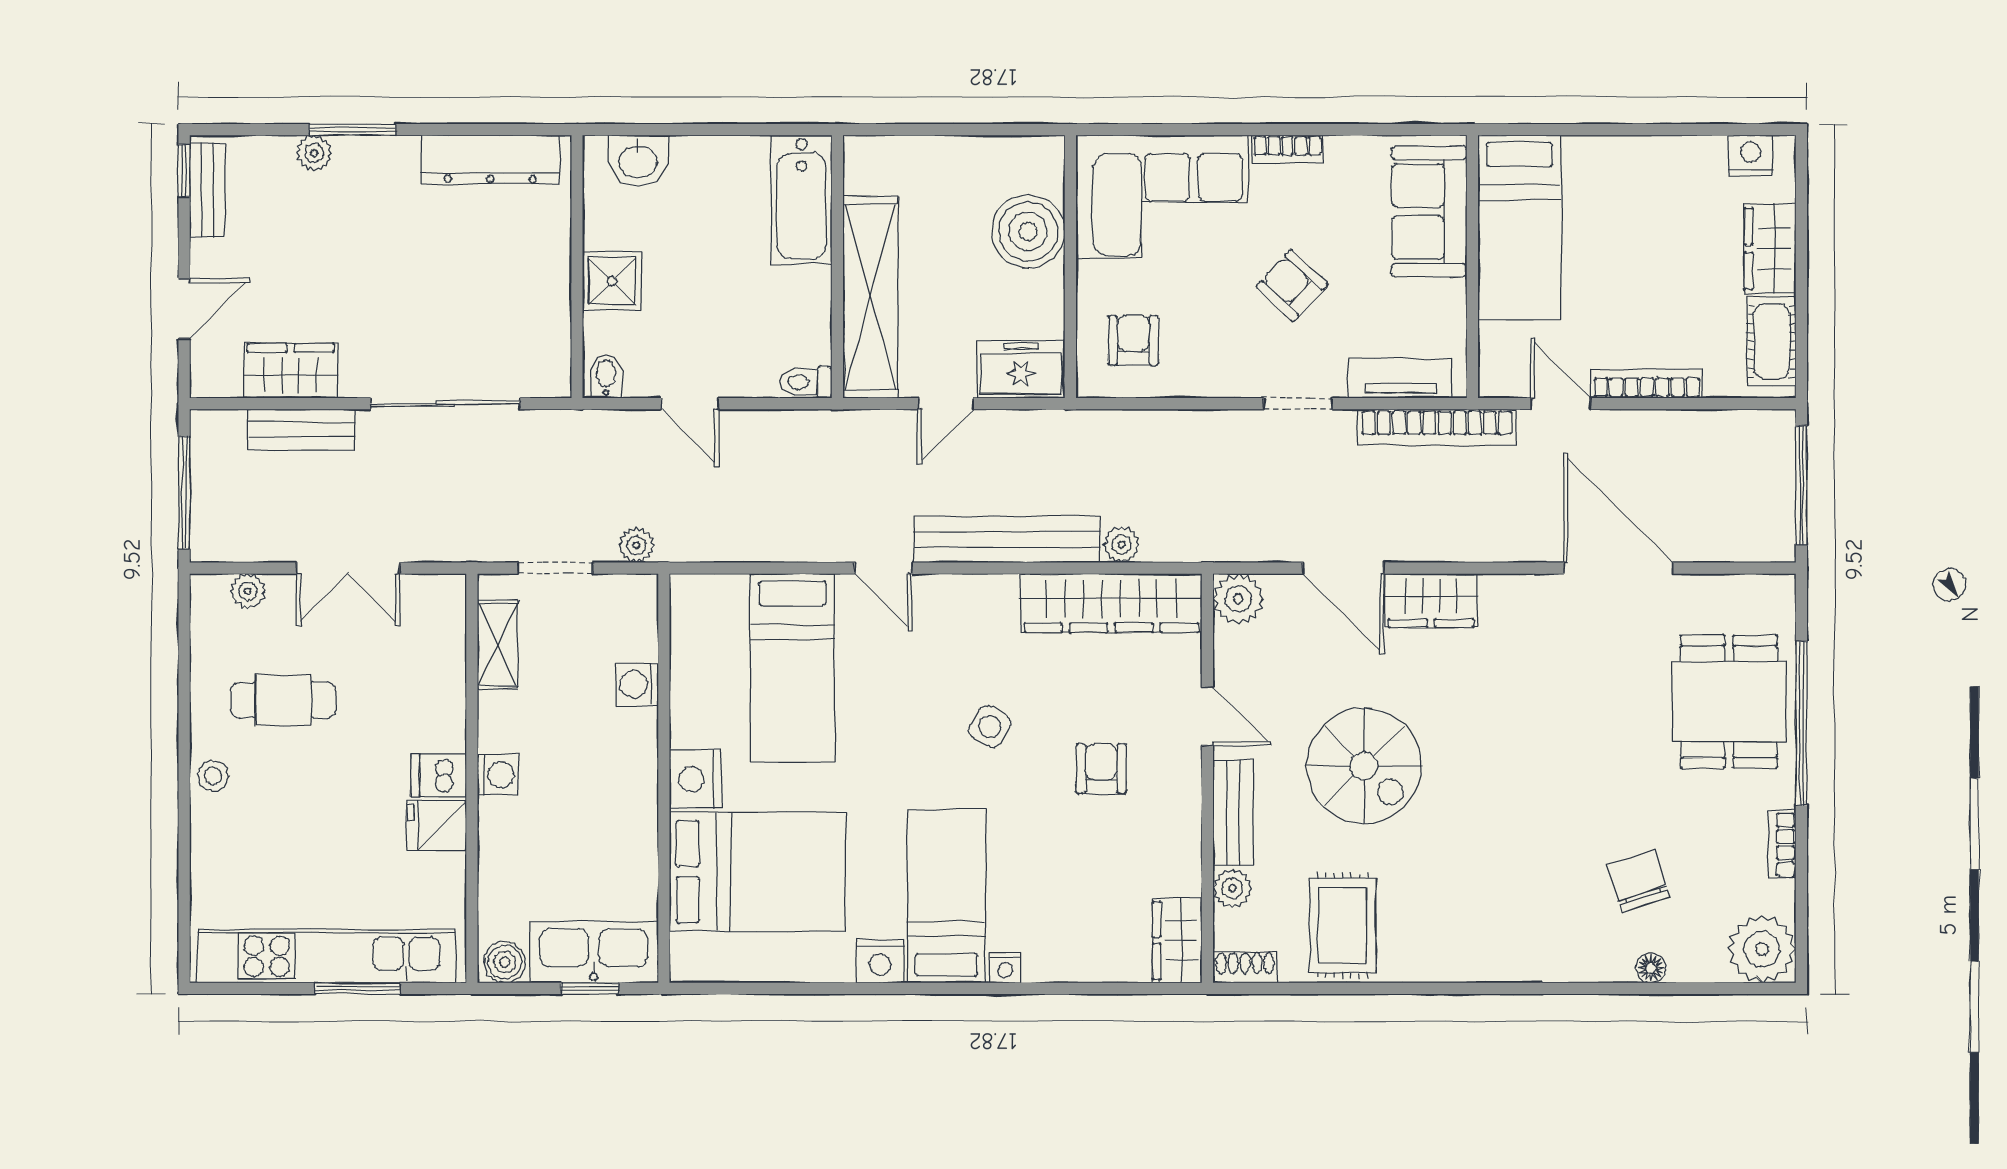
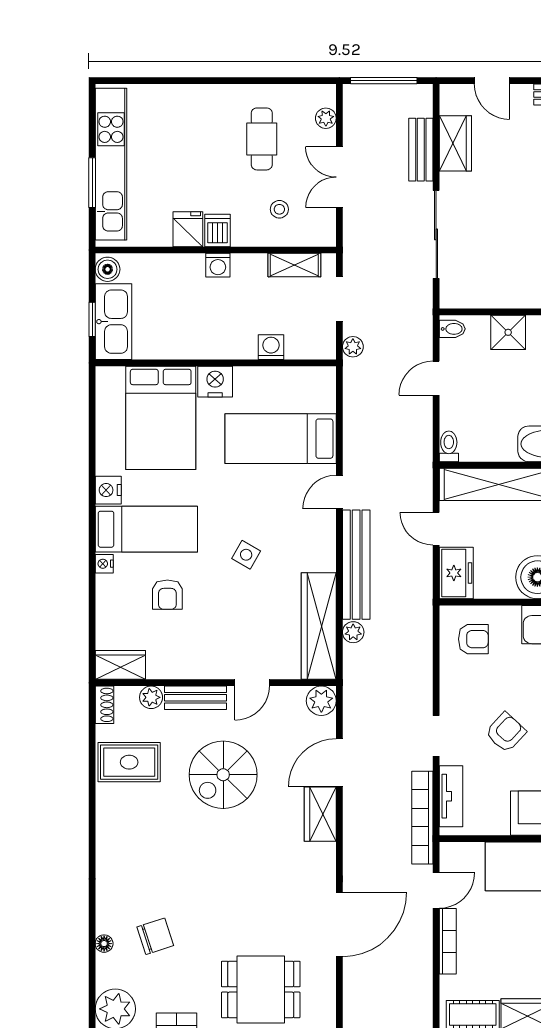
armchair: (1101, 769) -> (167, 595), moved, turned 90
stool: (213, 776) -> (279, 209), moved

